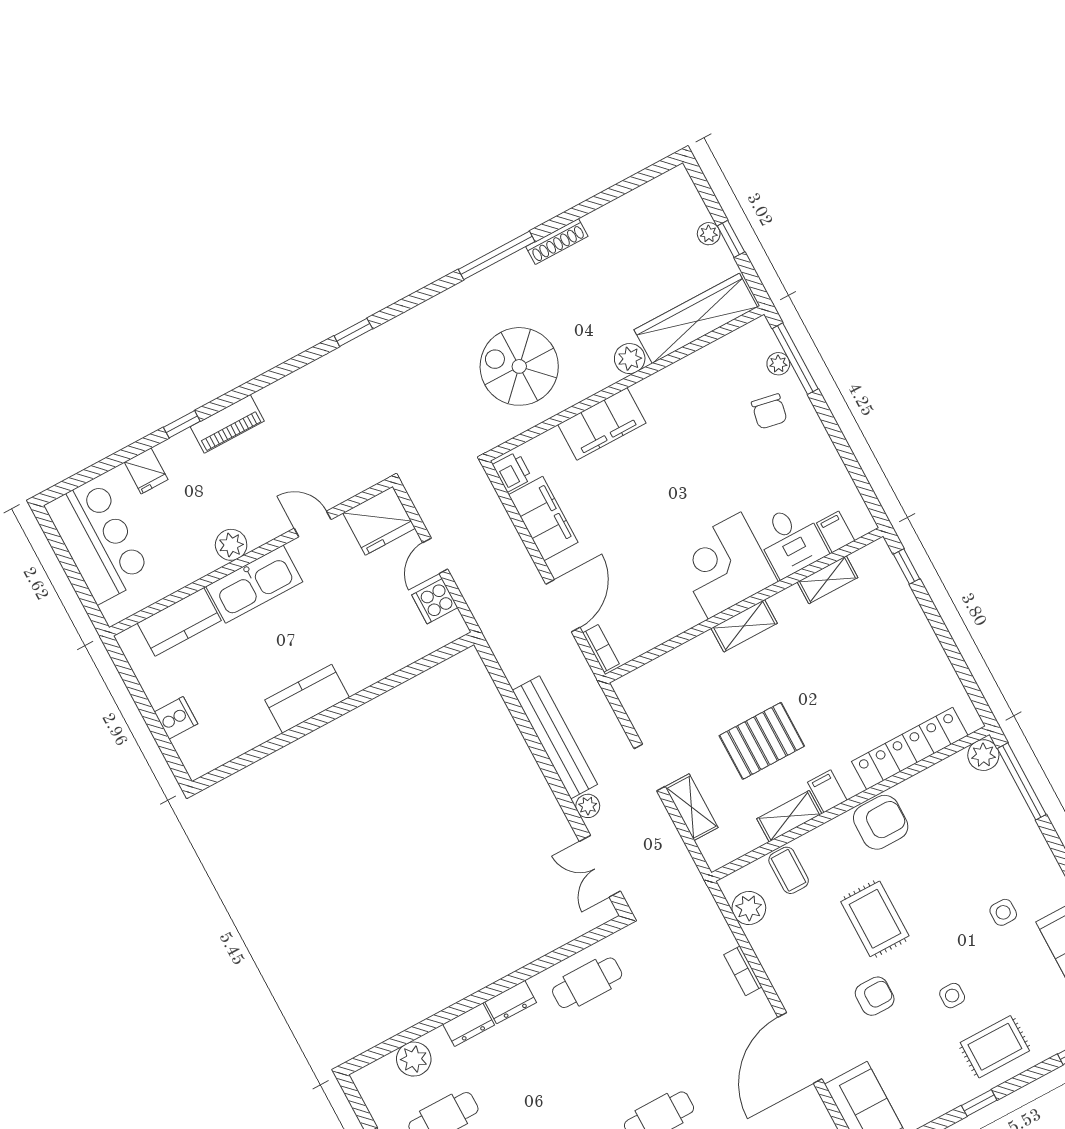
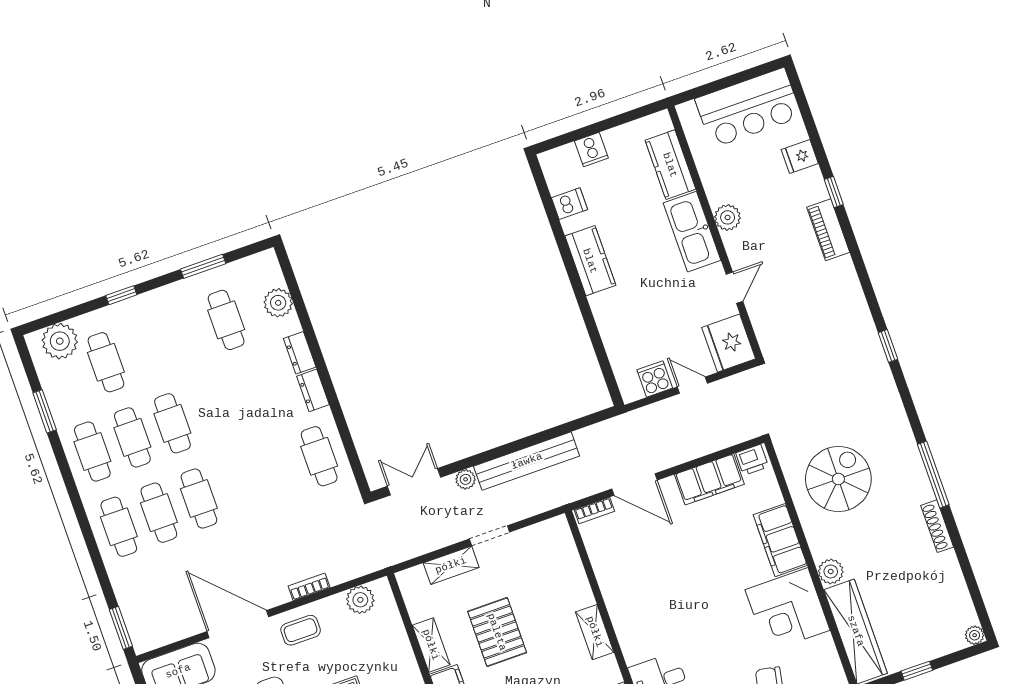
plant: (709, 234) -> (975, 635), moved
corner desk: (725, 566) -> (788, 610), moved, turned 180
dishwasher: (244, 734) -> (569, 204), added
coffee table: (789, 870) -> (301, 630), moved

